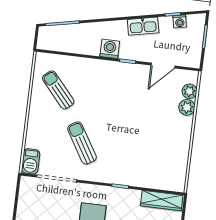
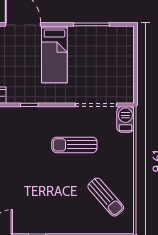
sun lounger: (82, 143) -> (74, 145), turned 121

